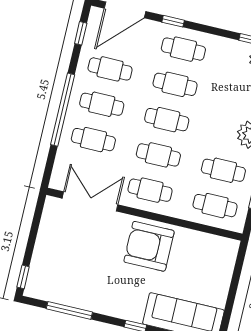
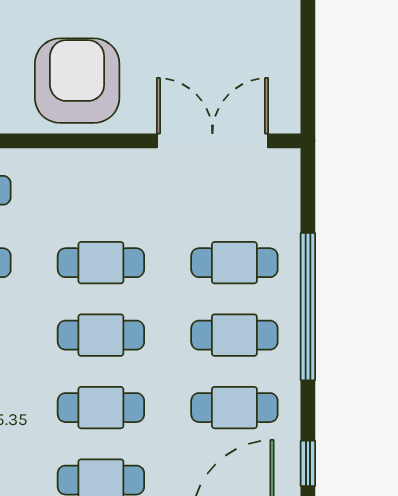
cafe table: (150, 190) -> (101, 190), removed
double door: (90, 201) -> (212, 141), swing flipped
armchair: (149, 246) -> (77, 81), turned -90

